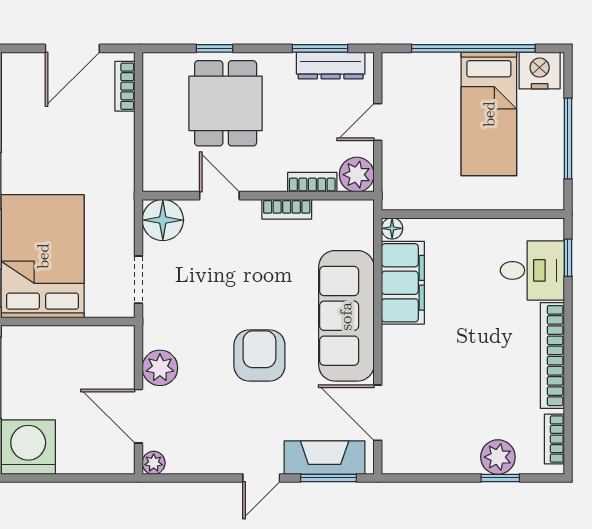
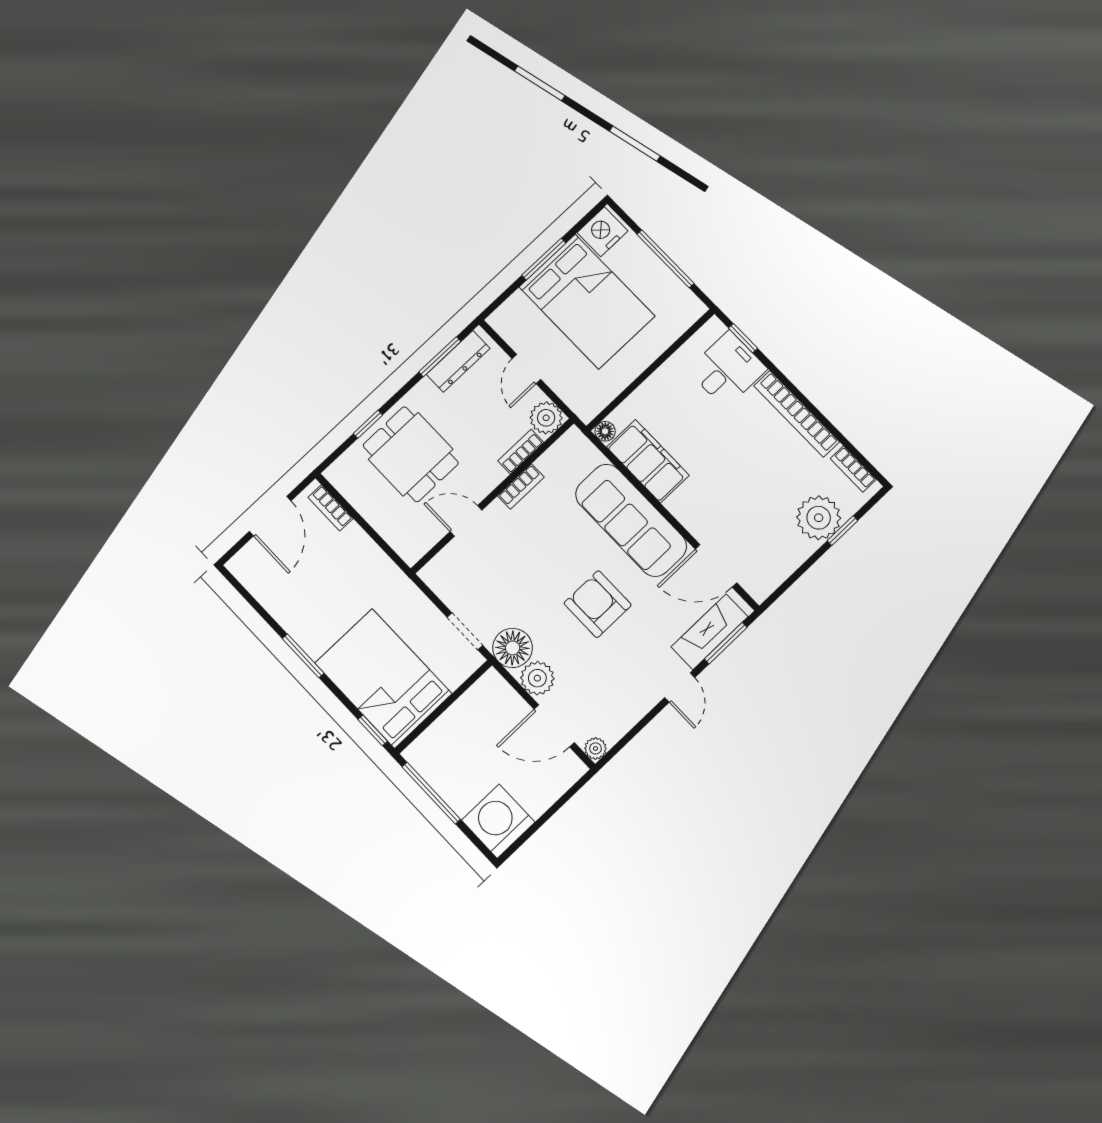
window: (473, 48) -> (544, 259), width x0.47
bed: (489, 114) -> (587, 302), width x1.50
floor lamp: (163, 220) -> (513, 648), moved
plant: (498, 457) -> (819, 518), width x1.36, depth x1.36

